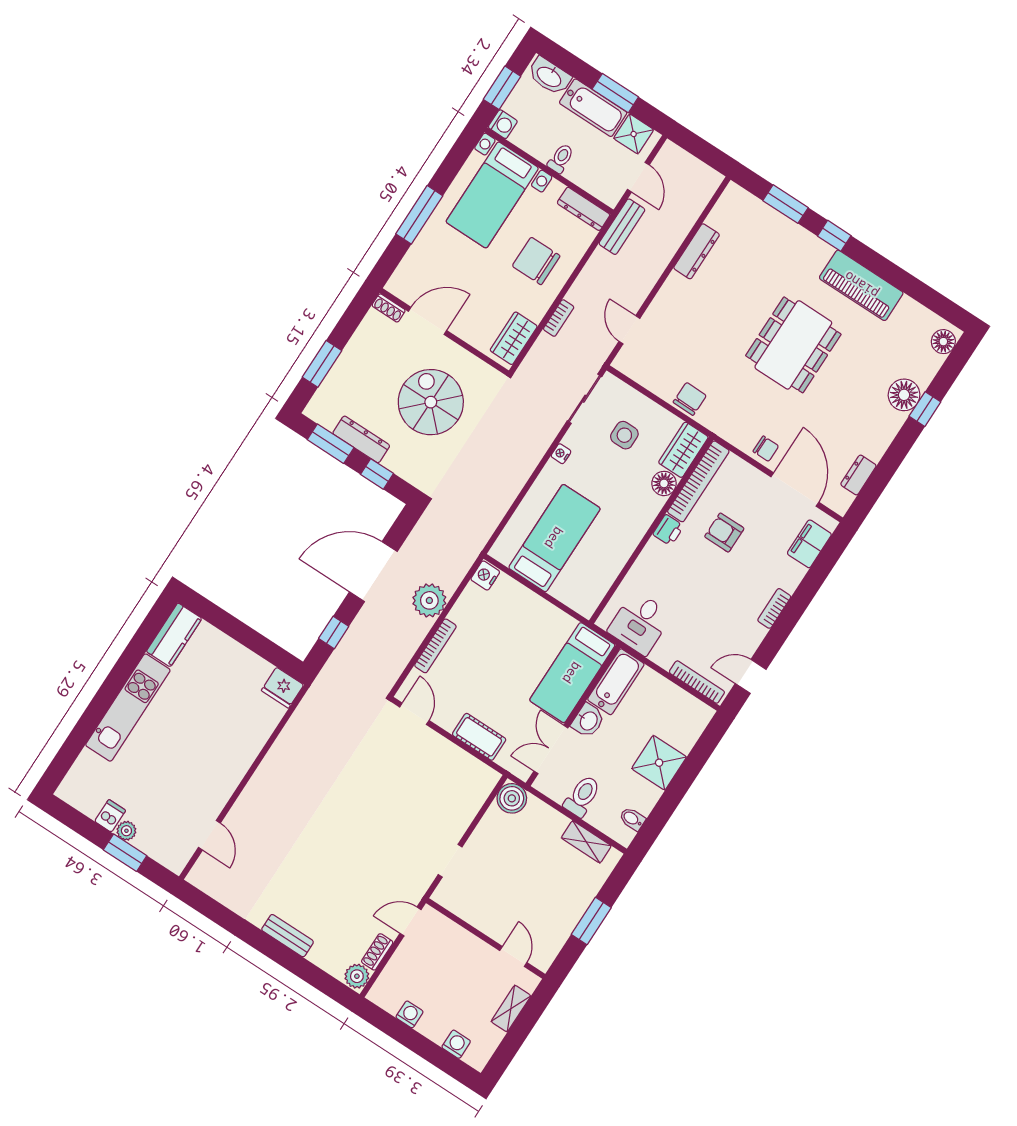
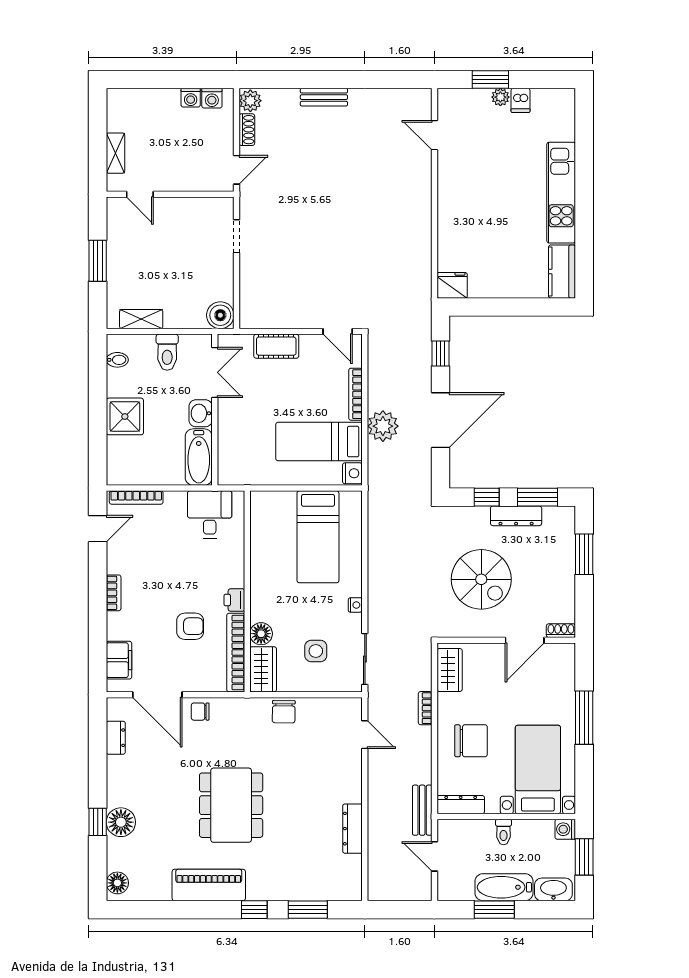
shower: (634, 134) -> (460, 887), removed
bed: (572, 673) -> (319, 442), moved, turned -90
washing machine: (456, 1044) -> (212, 98), moved

